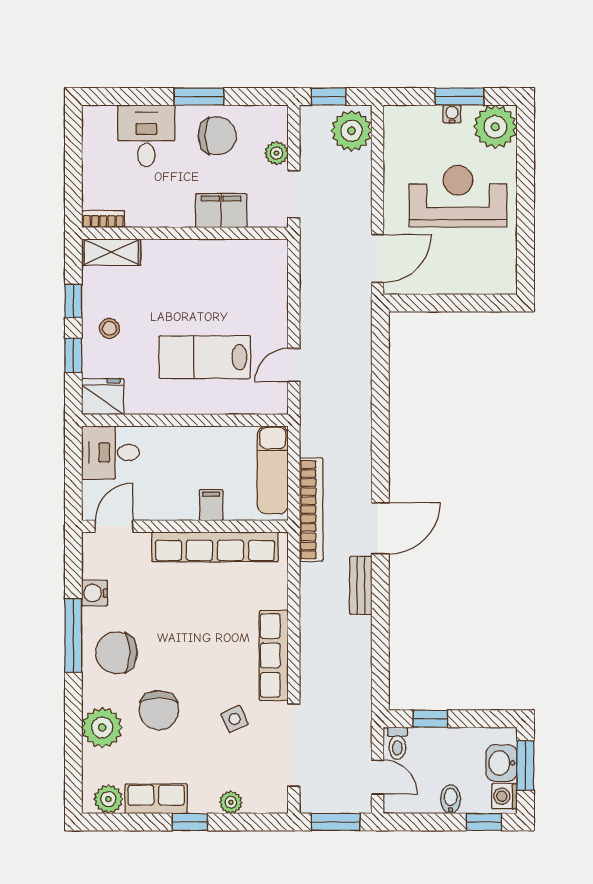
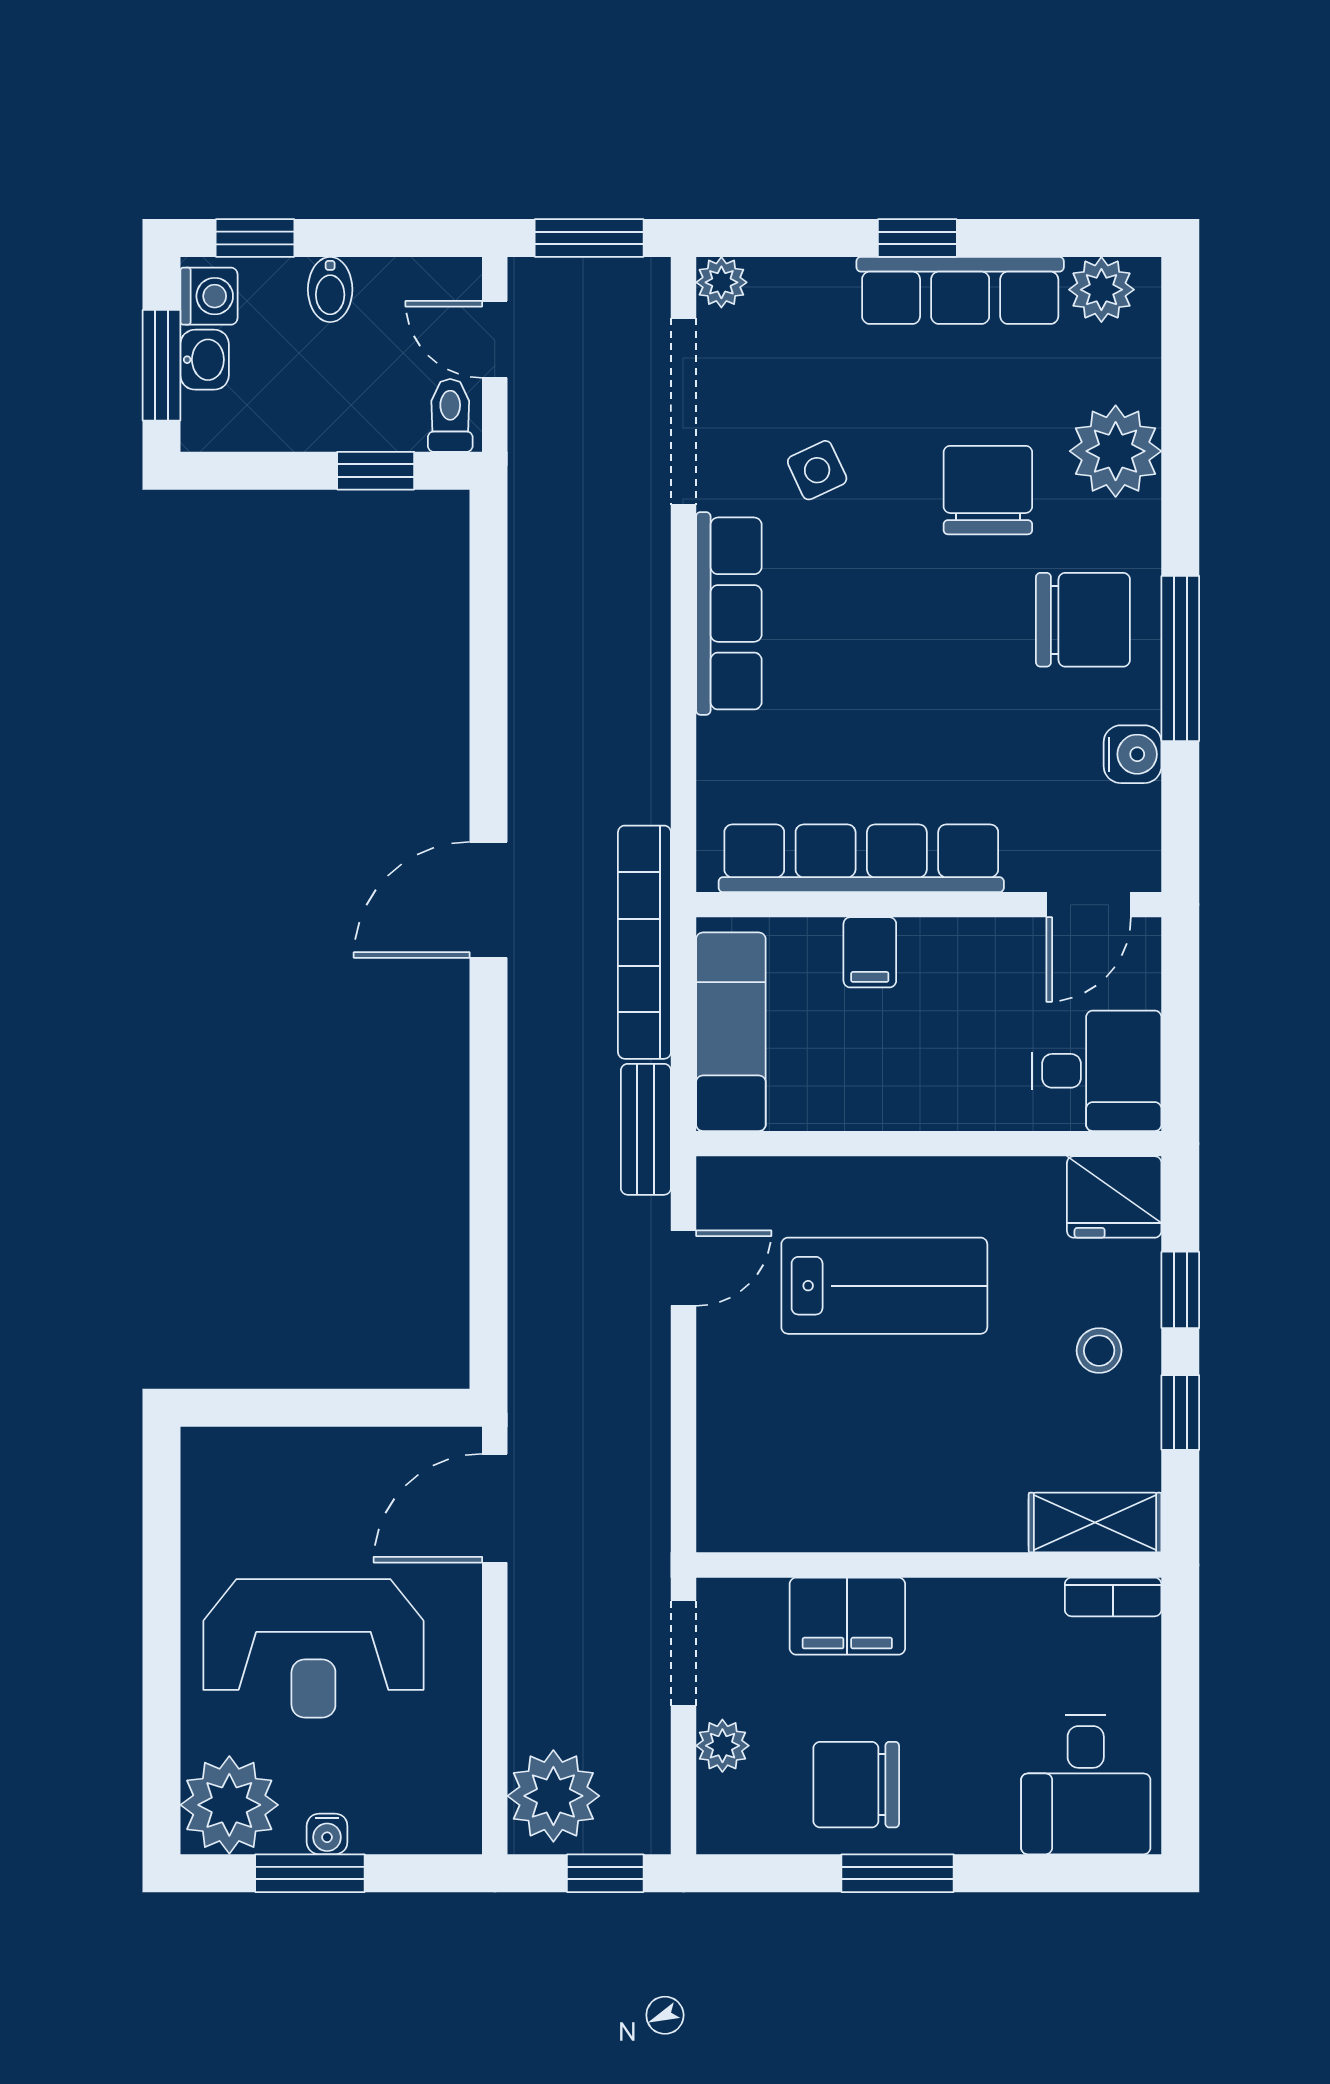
desk: (146, 136) -> (1086, 1785), moved
bench: (361, 585) -> (646, 1129), moved
washbasin: (501, 763) -> (205, 360), width x0.72, depth x0.69
row of seats: (156, 799) -> (960, 290), width x1.48
plant: (231, 802) -> (721, 282), moved

